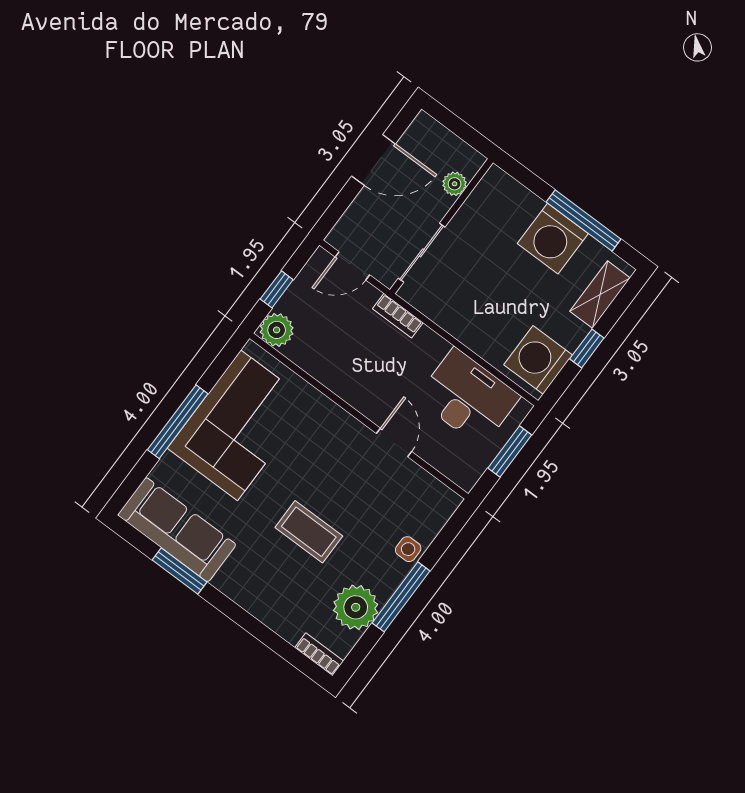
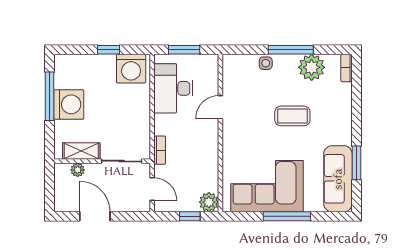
shelving: (600, 295) -> (81, 151), moved
coffee table: (309, 532) -> (292, 116), turned 90

